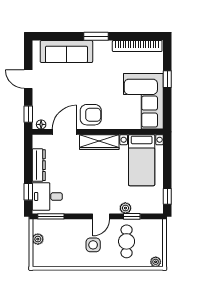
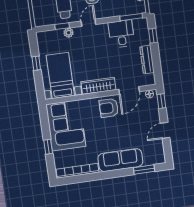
window: (96, 36) -> (144, 169), moved
sofa: (66, 52) -> (120, 160), moved
door: (28, 79) -> (165, 130), swing flipped
desk: (47, 196) -> (121, 34), moved, turned -90
window: (167, 196) -> (36, 63), moved

